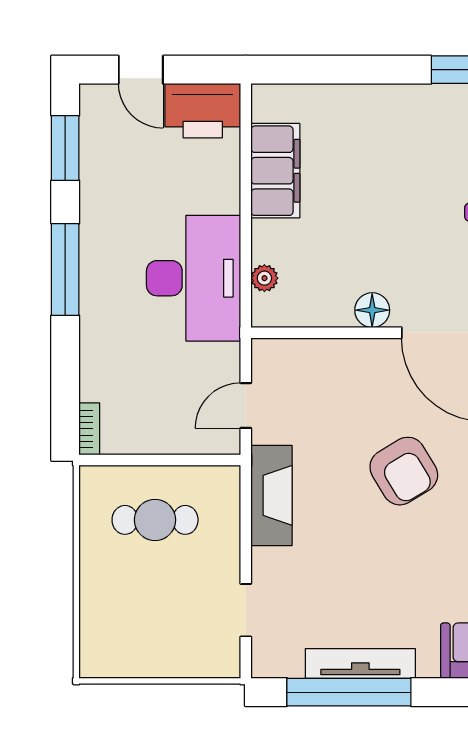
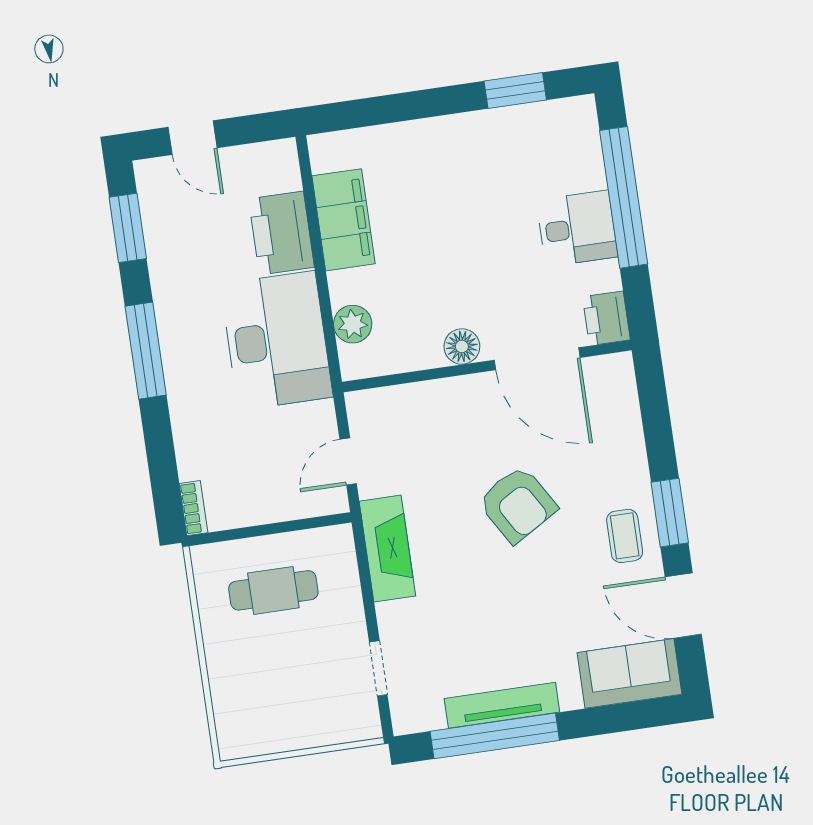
printer: (203, 111) -> (281, 233), moved, turned 90
plant: (264, 278) -> (353, 324), width x1.38, depth x1.38

